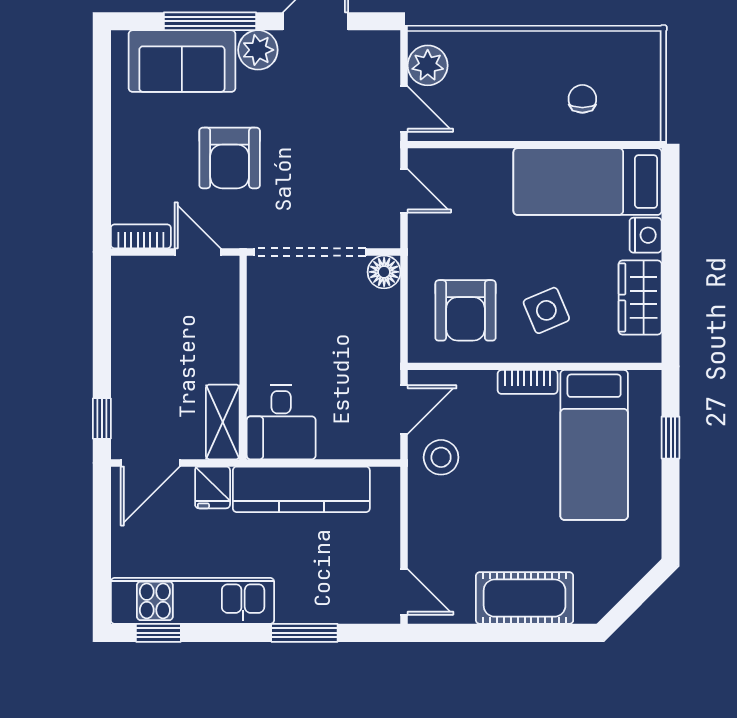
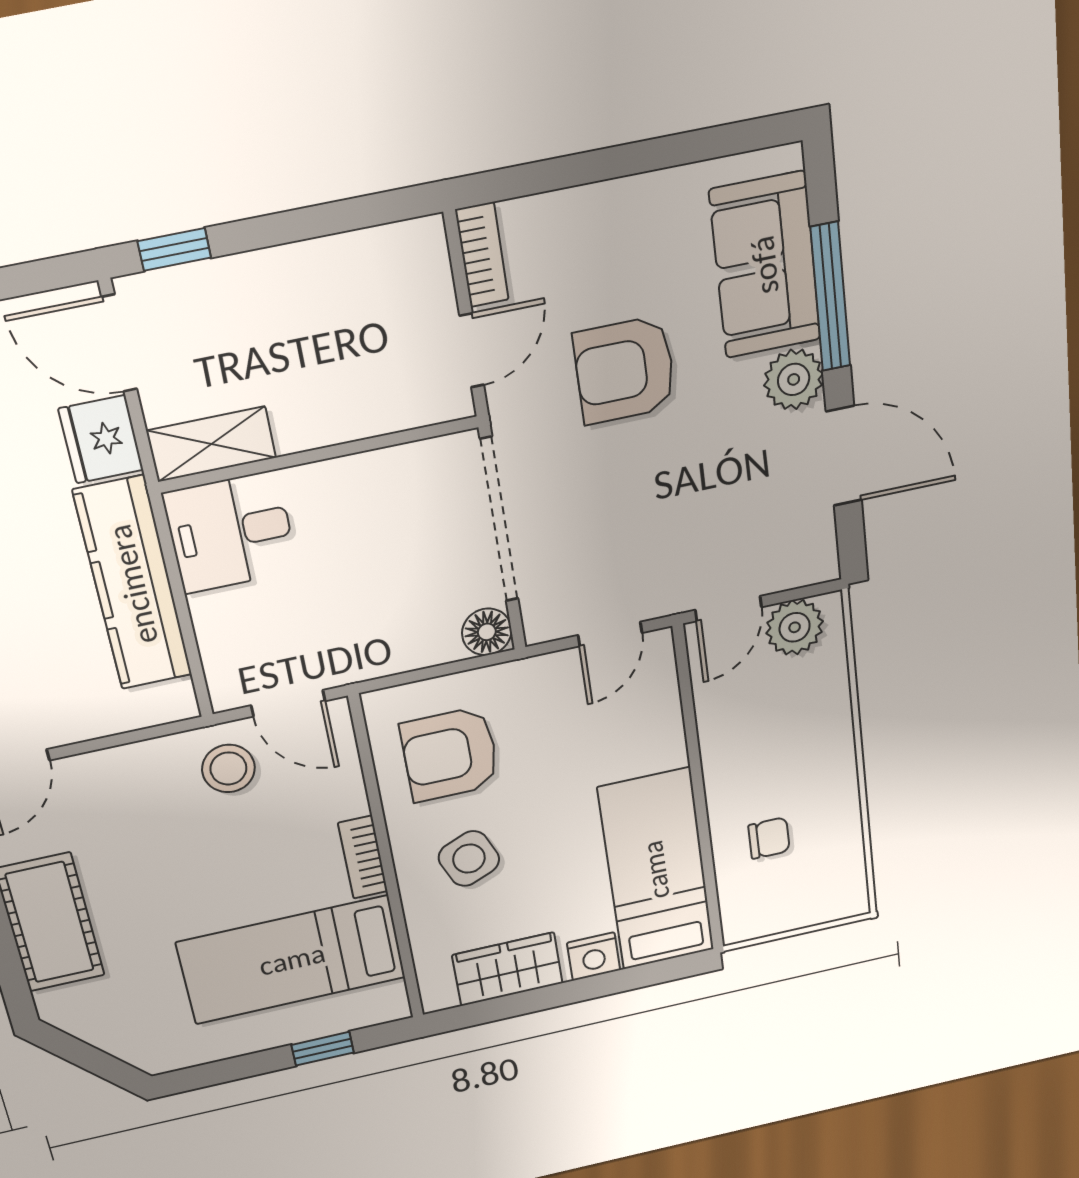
fridge: (213, 487) -> (101, 439), width x1.38

